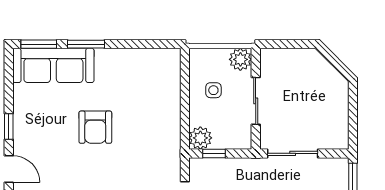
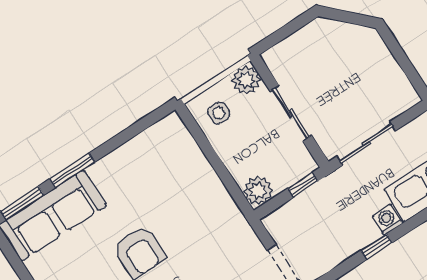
side table: (213, 90) -> (219, 113), moved
window: (214, 153) -> (303, 185), moved

